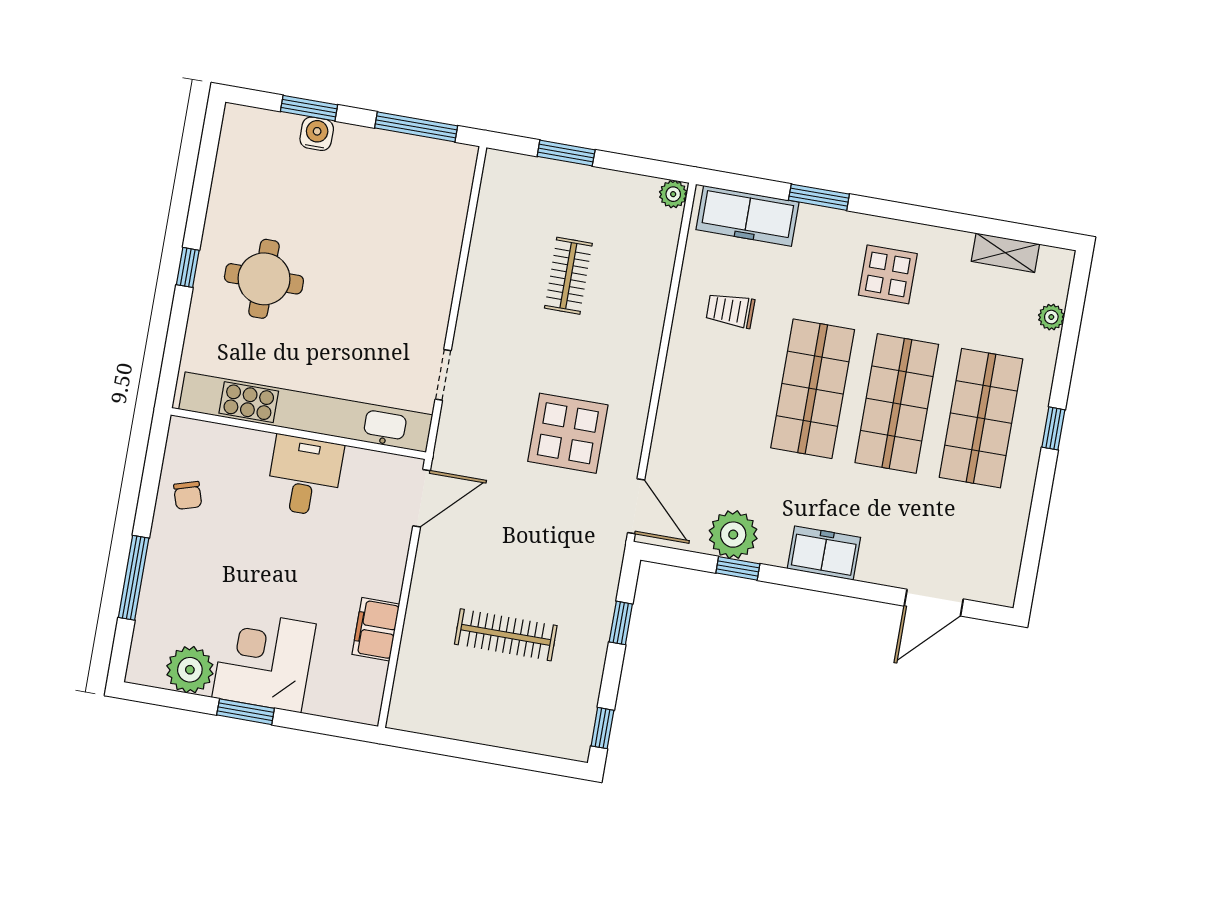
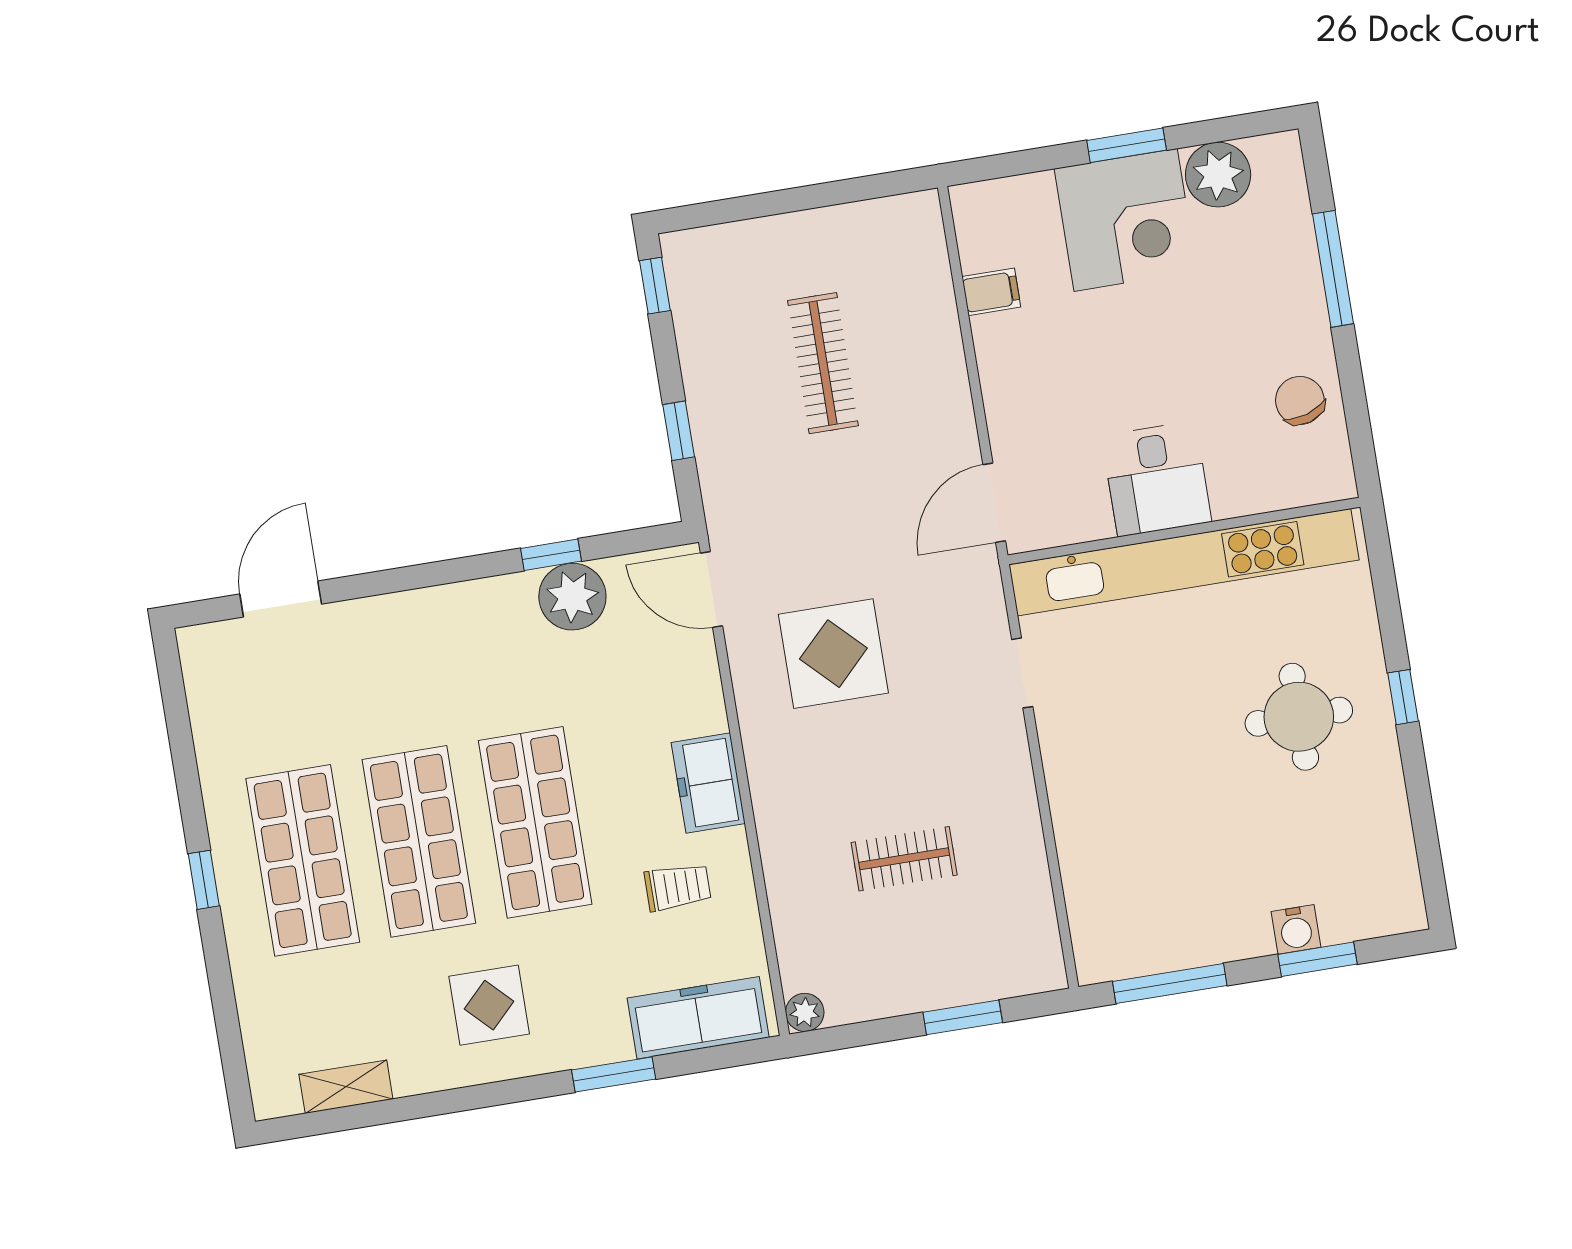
clothes rail: (568, 276) -> (904, 859), turned 90
plant: (1051, 317) -> (257, 1024), removed
chair: (188, 495) -> (1300, 400), width x1.37, depth x1.37
freezer: (824, 553) -> (708, 783), moved, turned 90
filing cabinet: (376, 629) -> (991, 292), width x0.50
clothes rail: (506, 635) -> (823, 363), turned 90

